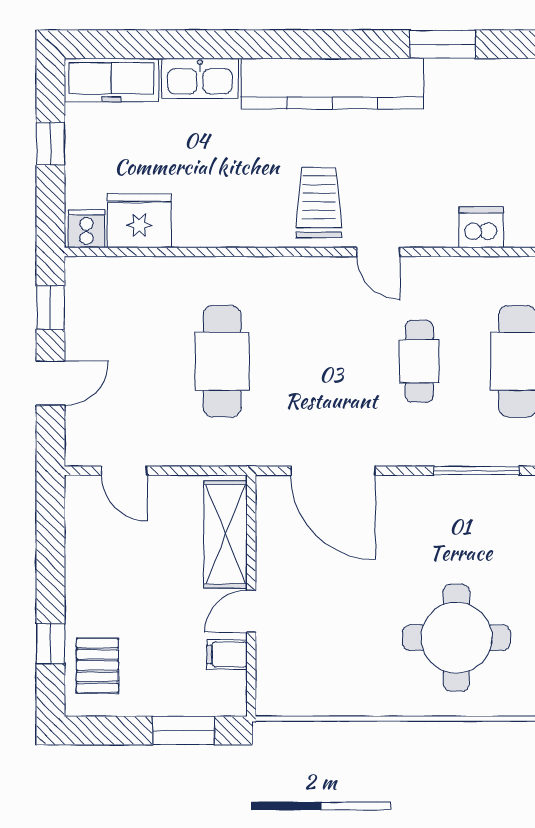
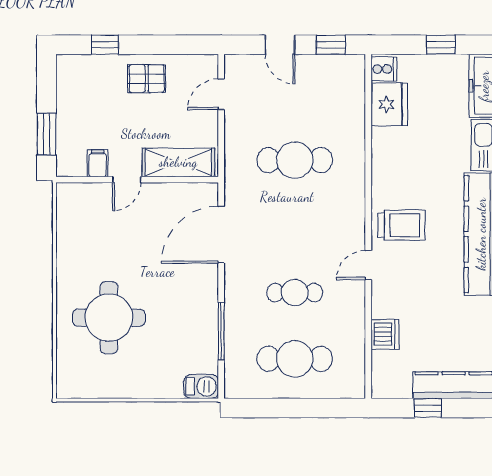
door: (251, 611) -> (127, 180), swing flipped
pallet: (97, 666) -> (147, 79), moved

